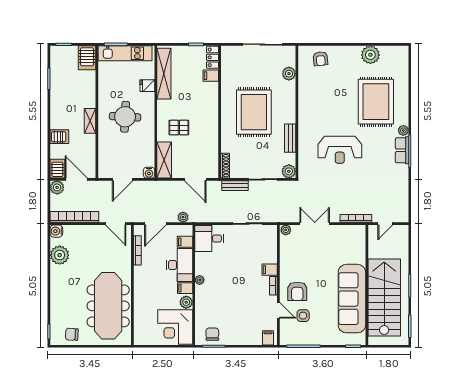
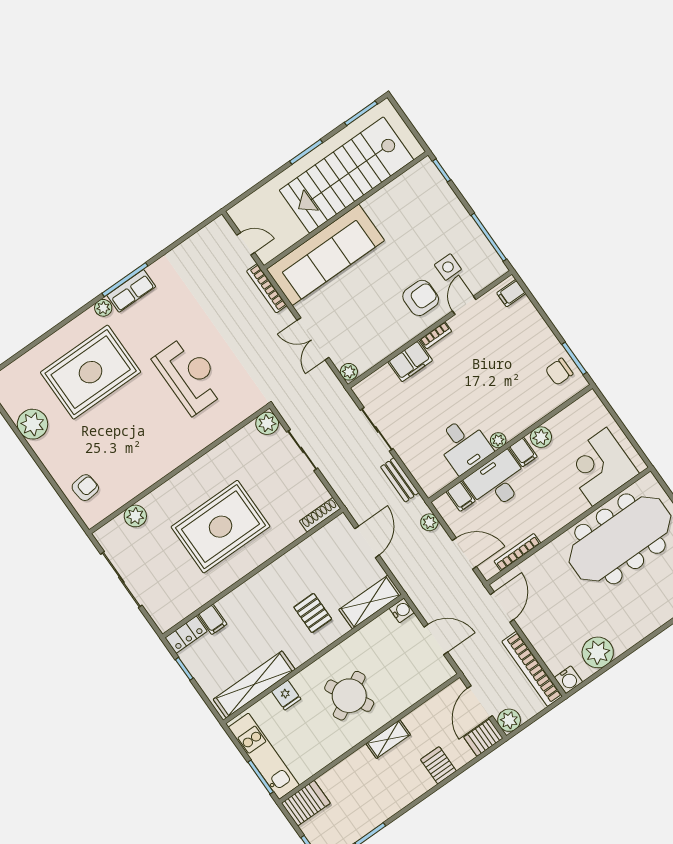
round table: (125, 117) -> (349, 696), turned -31
bench: (290, 138) -> (221, 453), removed
bench: (235, 186) -> (400, 480), moved
desk: (209, 238) -> (464, 445), moved
filing cabinet: (270, 270) -> (410, 361), width x2.00
sofa: (352, 299) -> (325, 255), moved
corner desk: (175, 327) -> (600, 467), moved, turned 180

